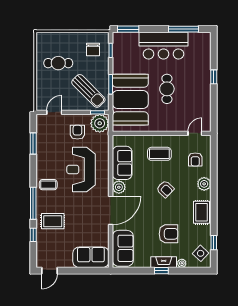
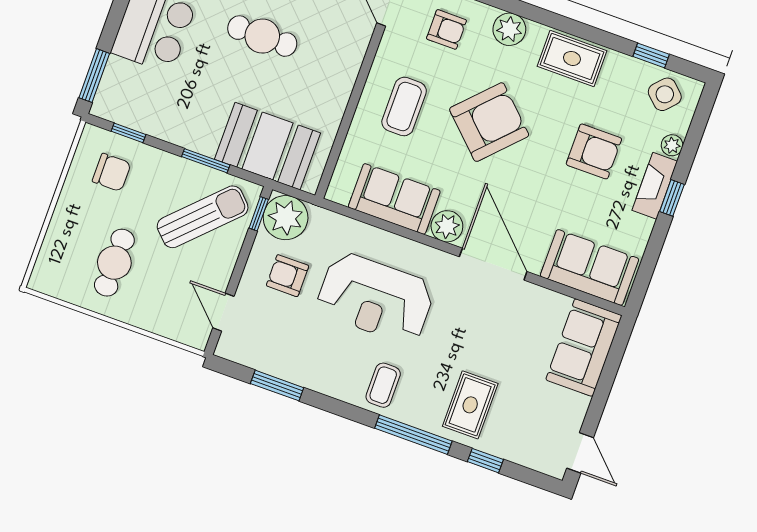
booth: (130, 100) -> (268, 146), width x0.73, depth x0.70
armchair: (165, 189) -> (489, 122), width x1.88, depth x1.88
armchair: (168, 234) -> (594, 151), turned 90

